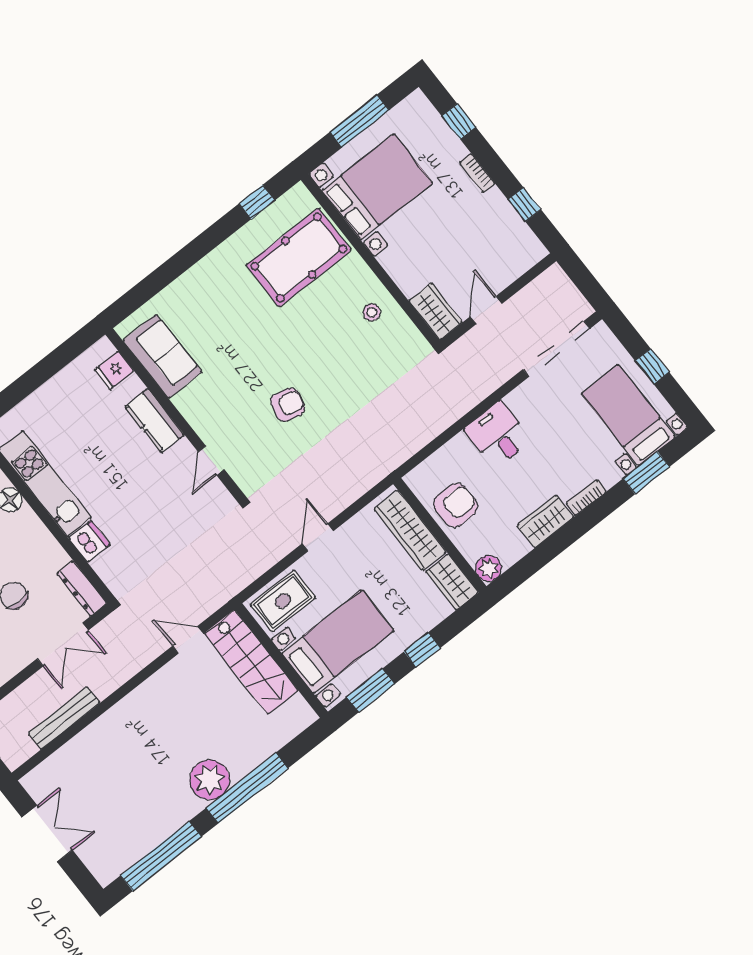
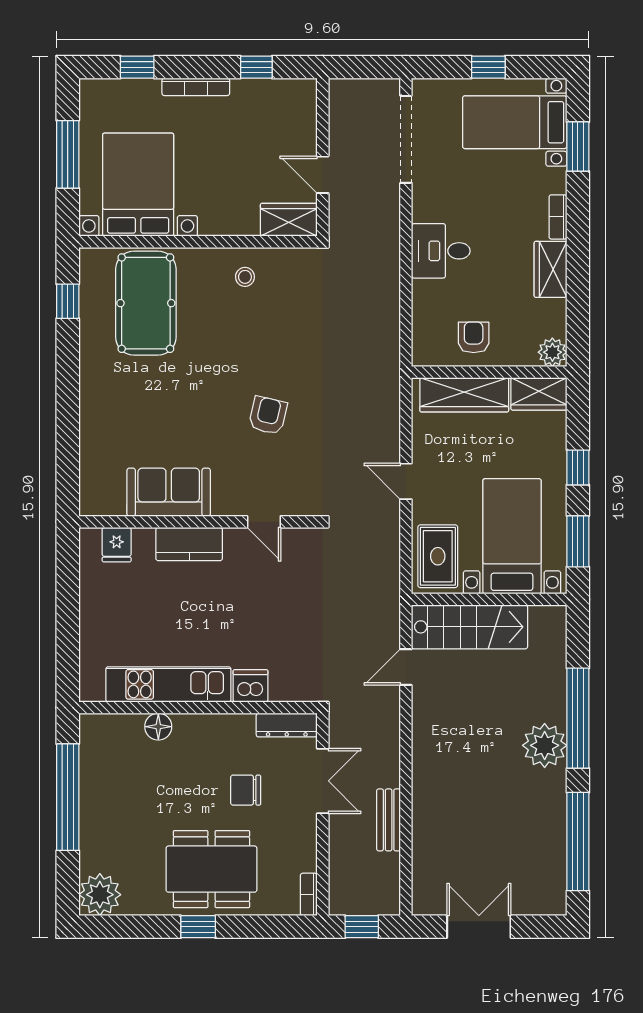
bookcase: (477, 173) -> (196, 87), width x1.56
sofa: (162, 356) -> (169, 492), moved
armchair: (456, 505) -> (474, 337), width x0.72, depth x0.72
bench: (64, 718) -> (389, 820), width x0.73

